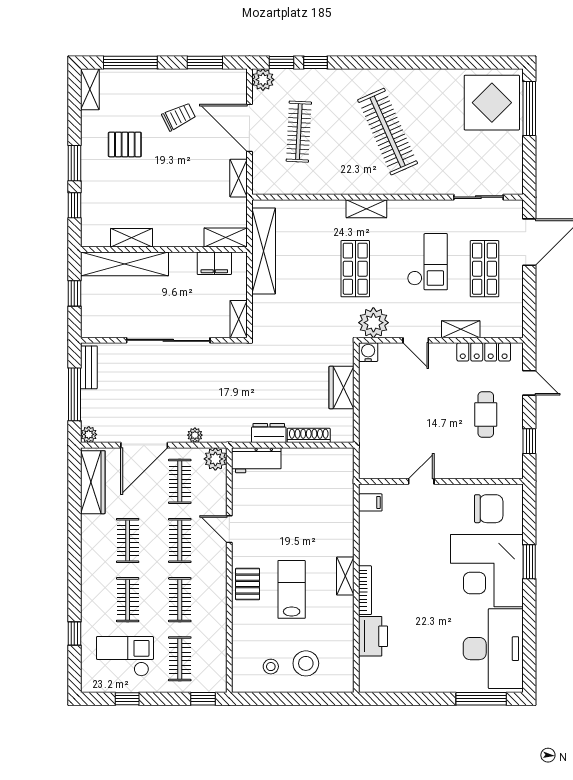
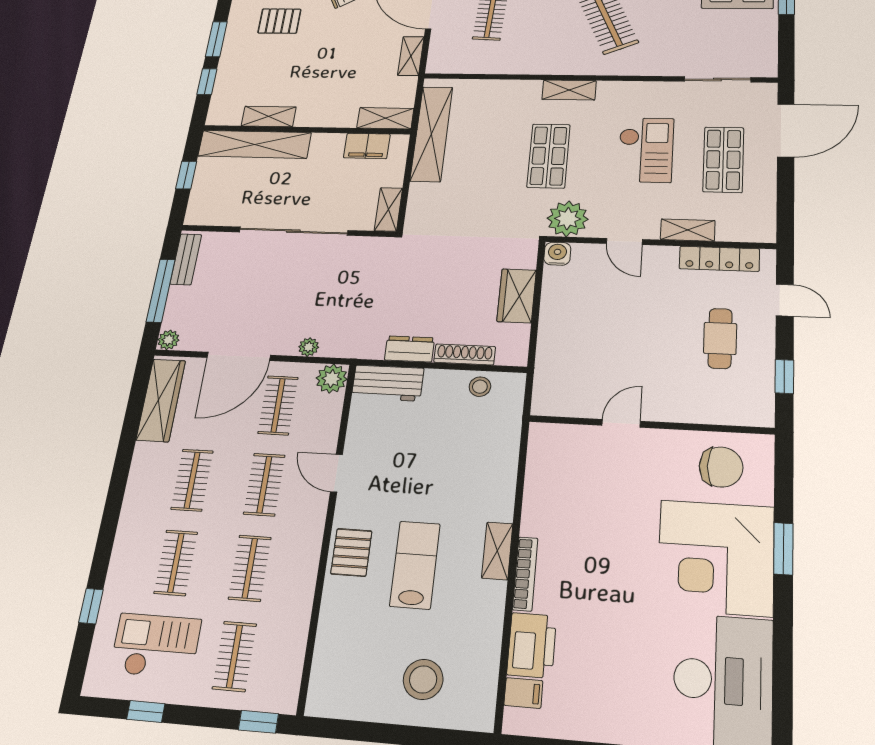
filing cabinet: (370, 502) -> (523, 693), moved
stool: (271, 667) -> (480, 387), moved

